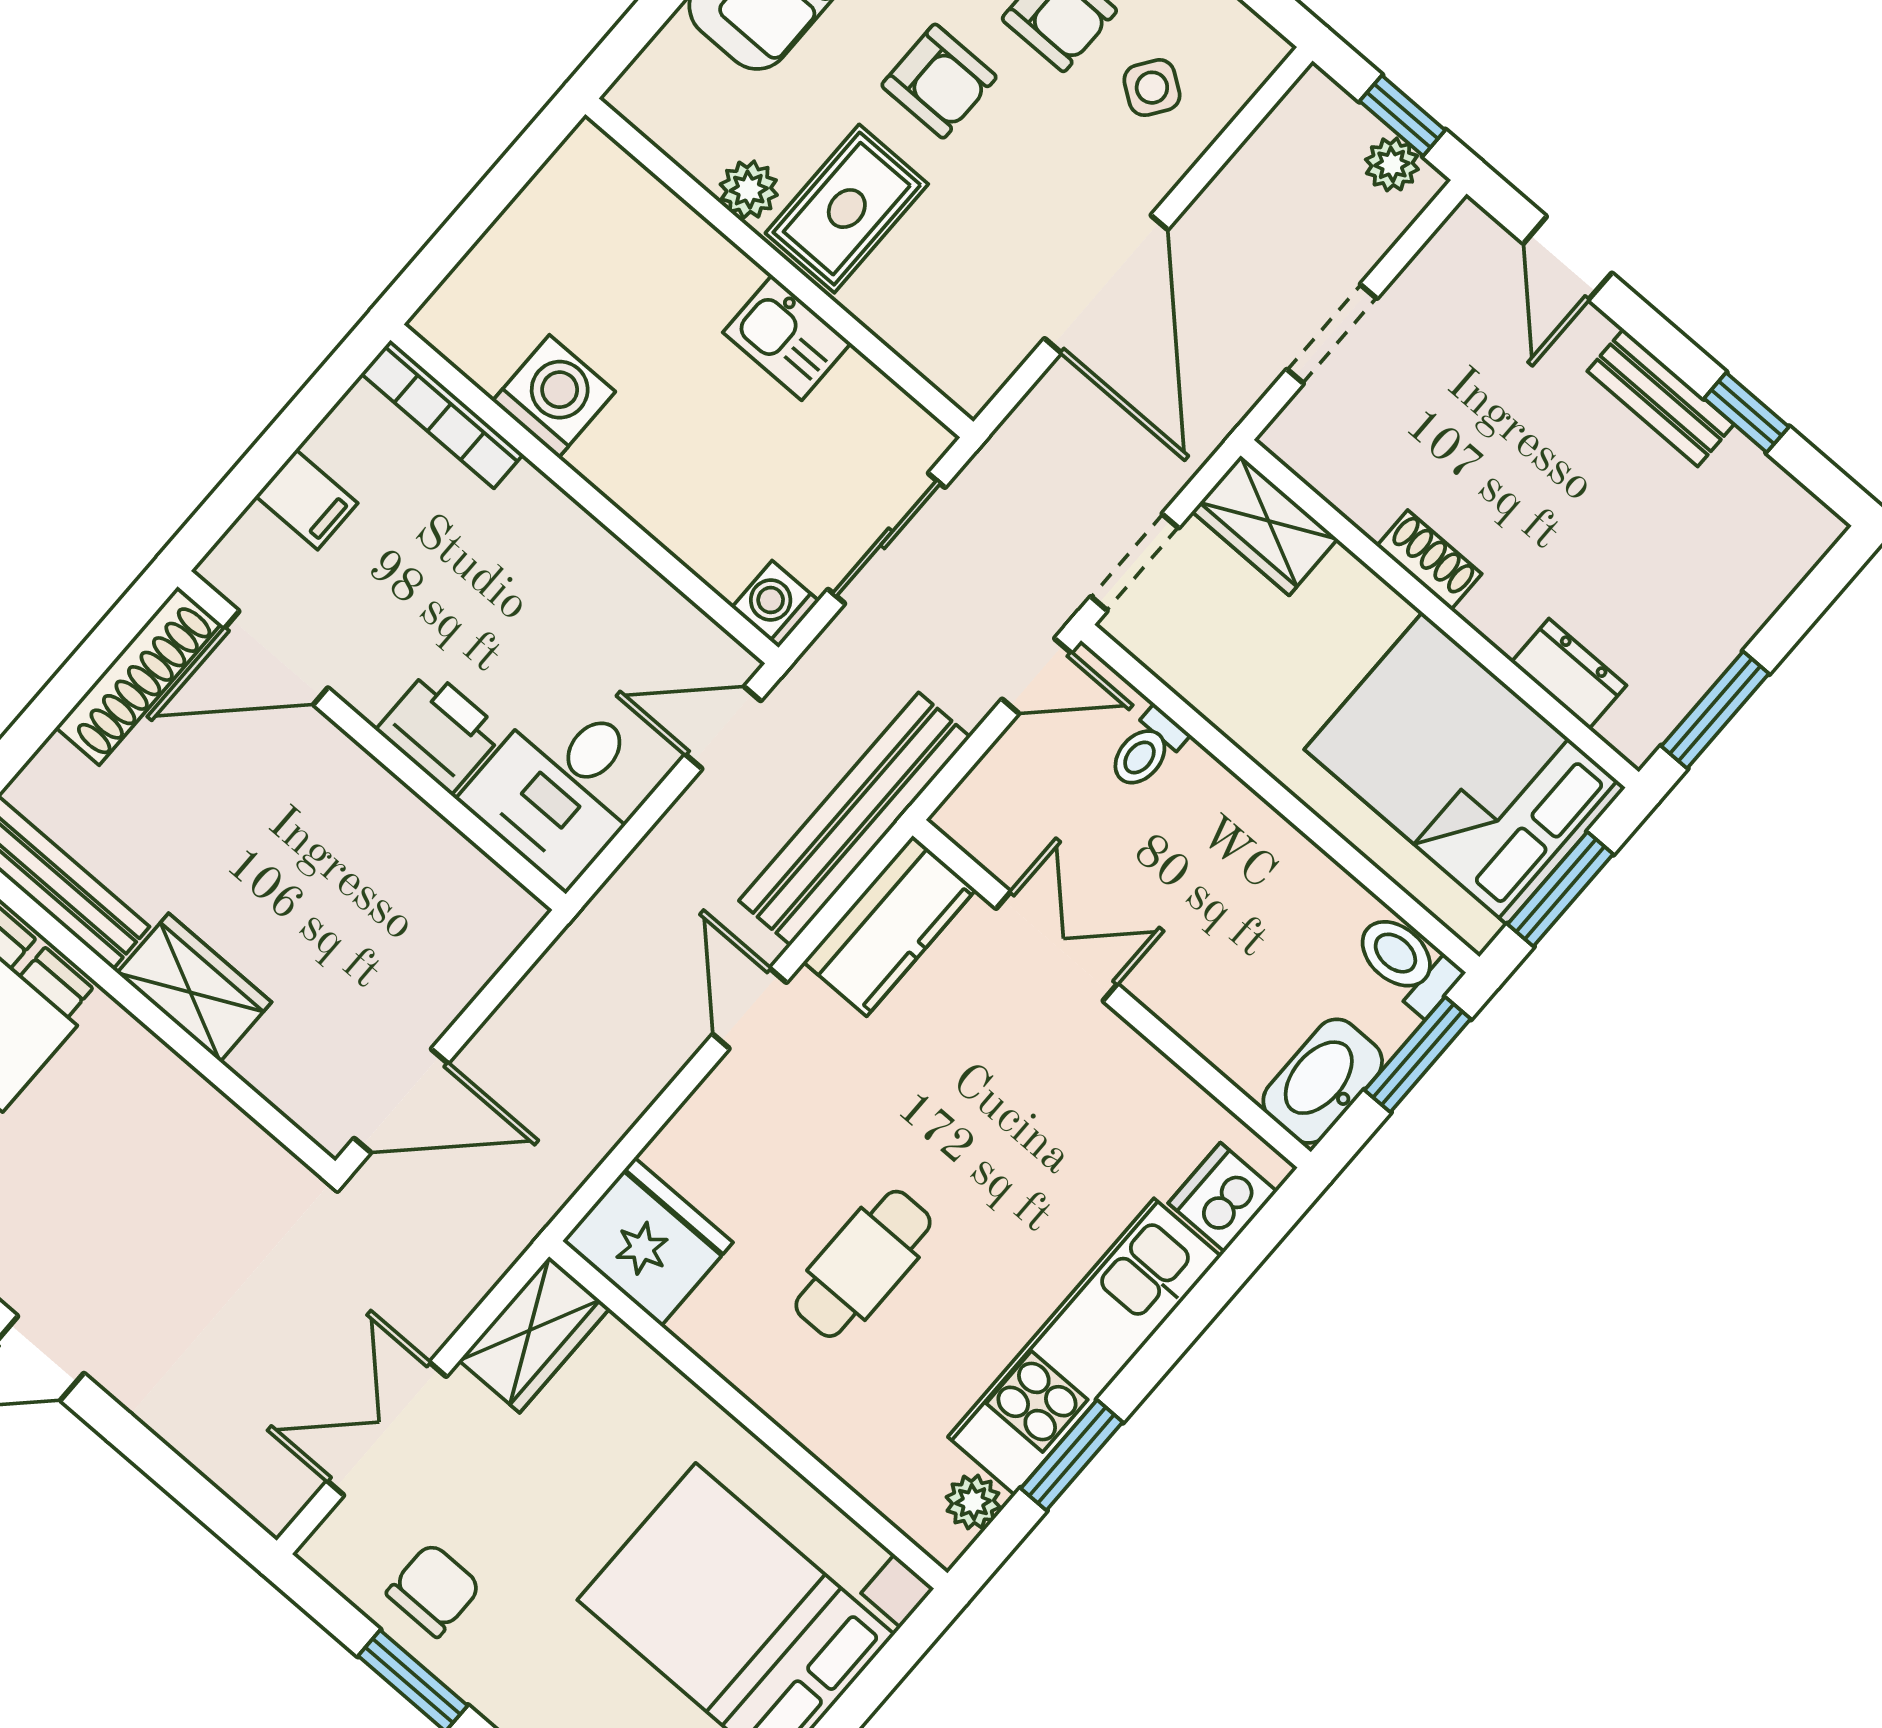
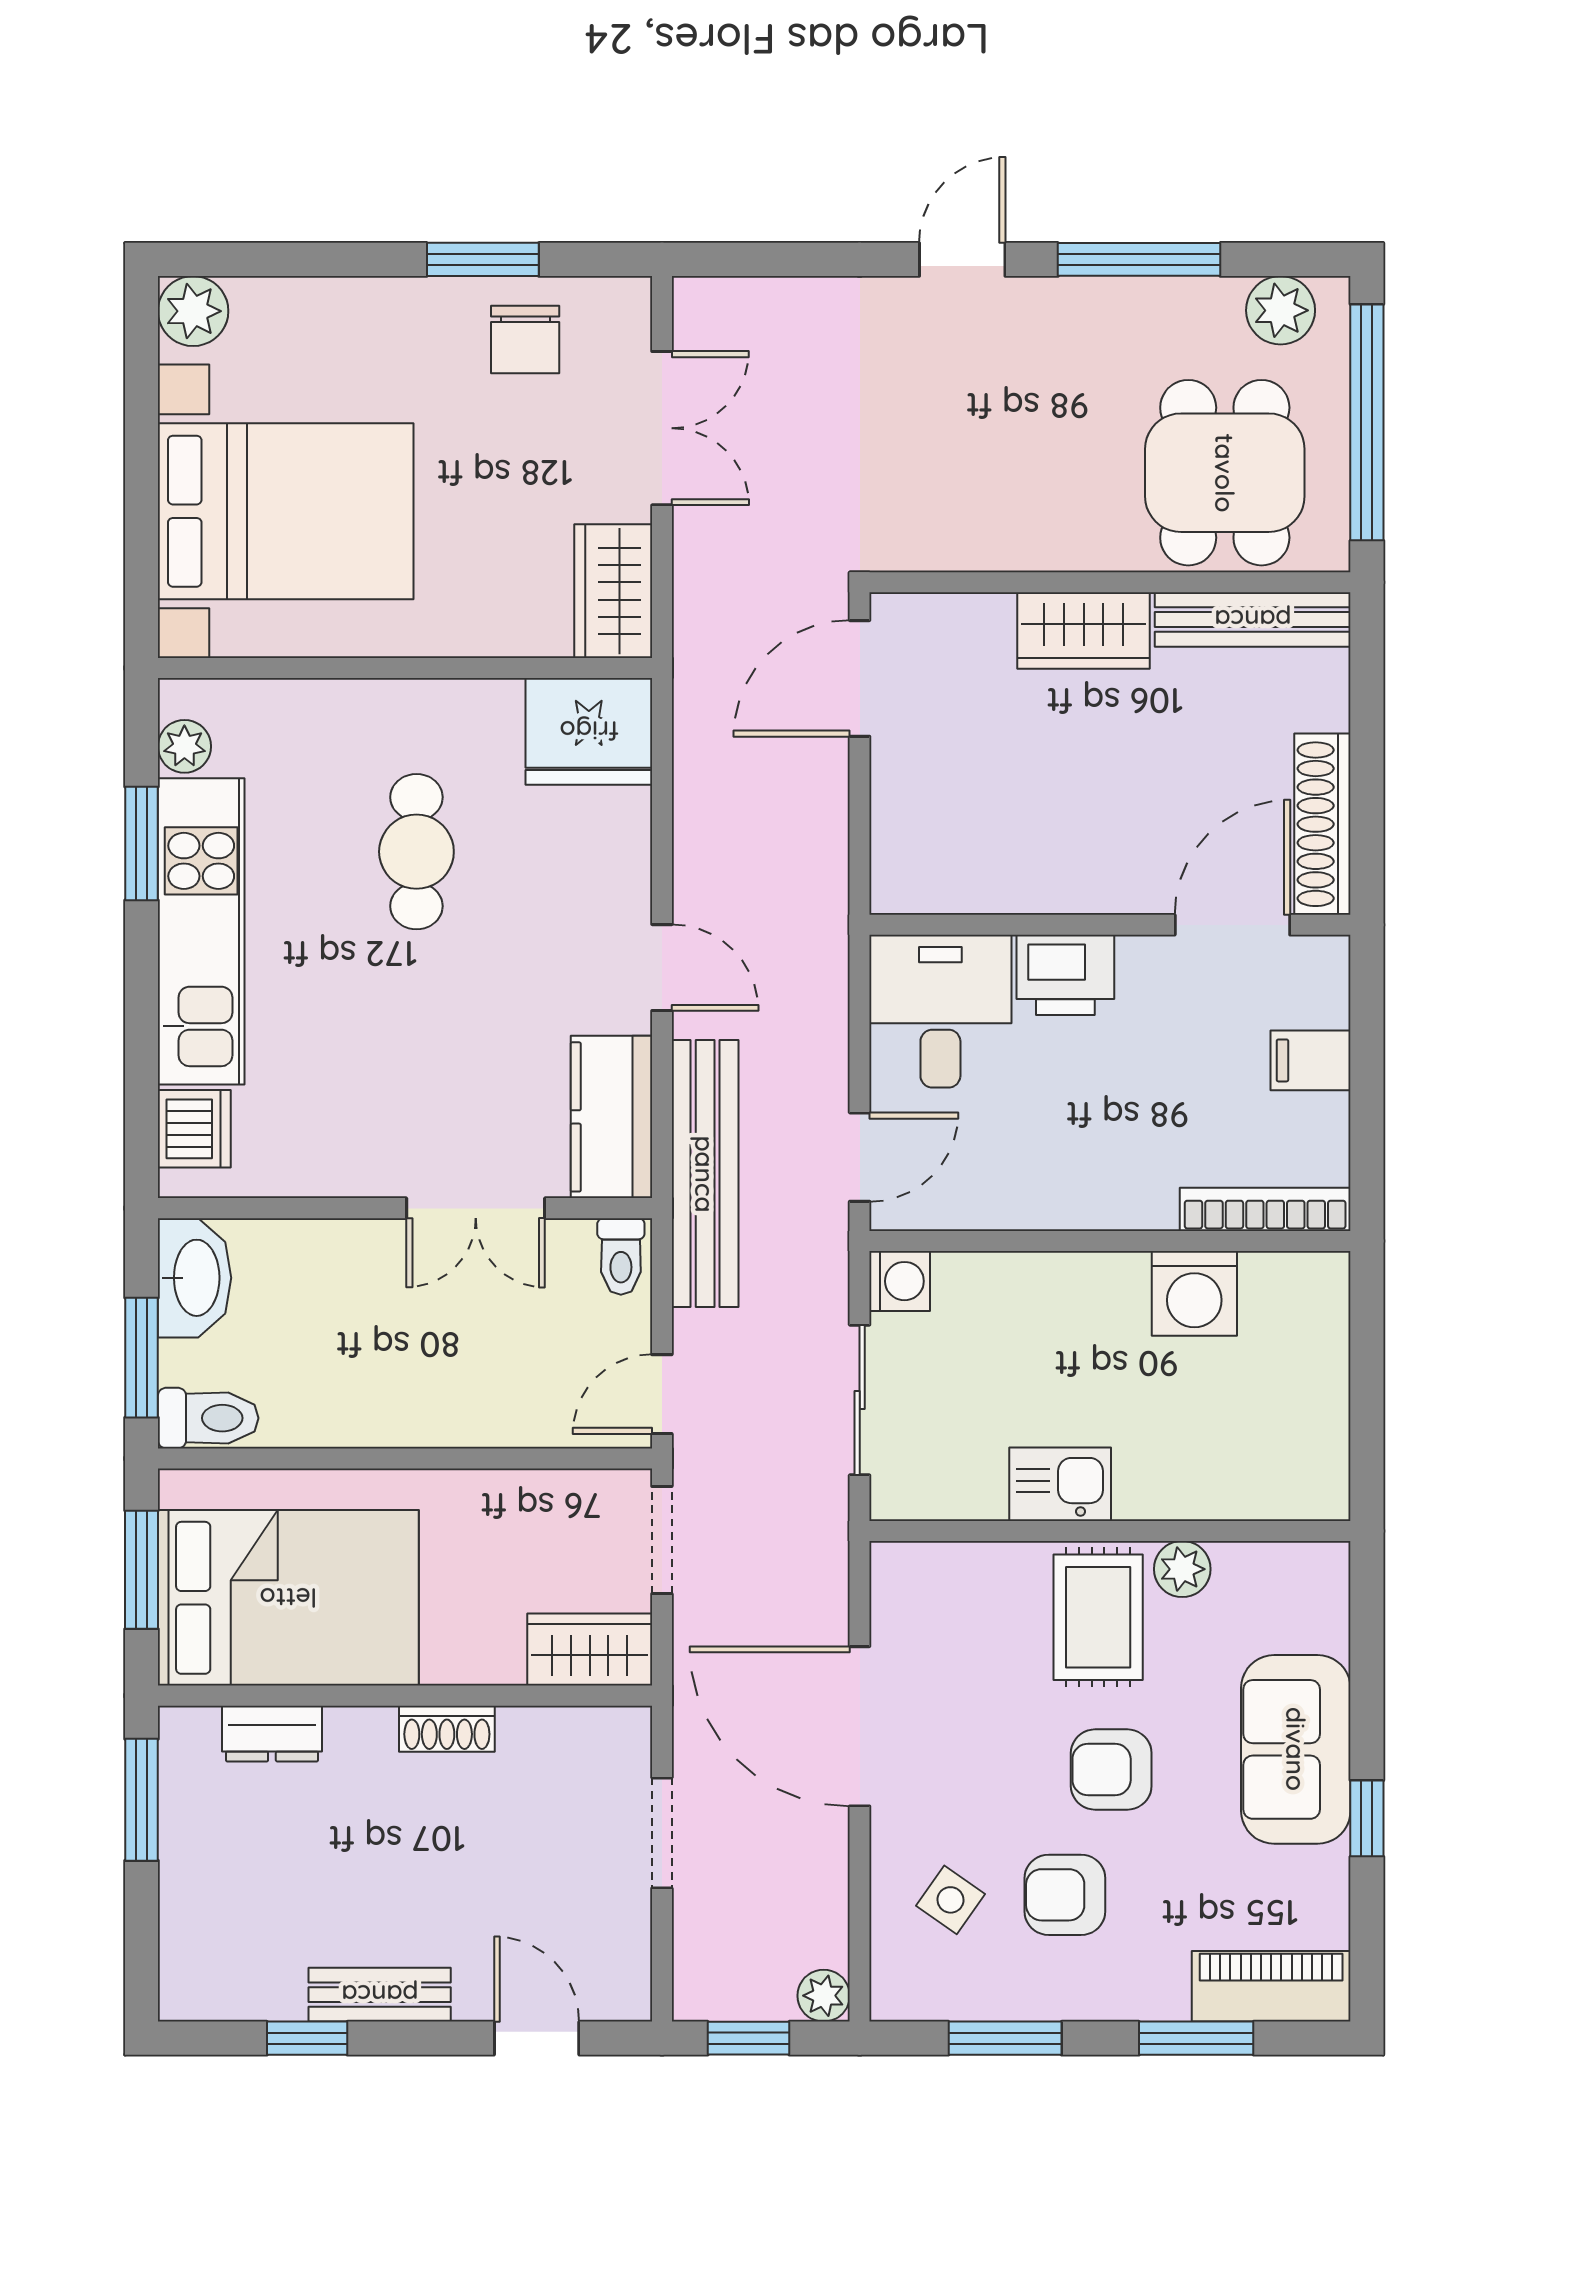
plant: (1392, 164) -> (824, 1996), moved
toilet: (1147, 749) -> (621, 1256), moved, turned 180

